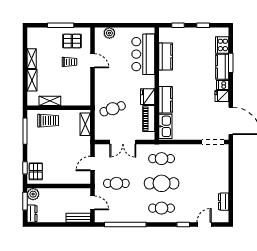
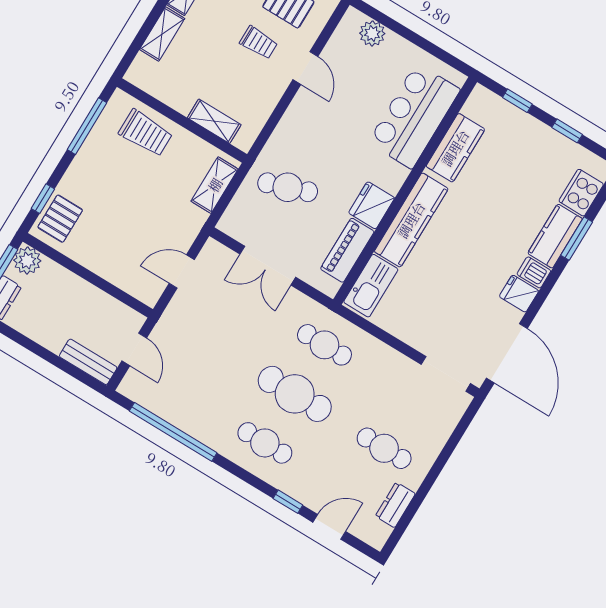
kitchen counter: (166, 100) -> (411, 220), width x1.50
shelving: (50, 101) -> (214, 121), moved
cafe table: (116, 183) -> (384, 448), moved

